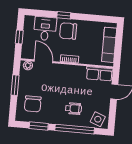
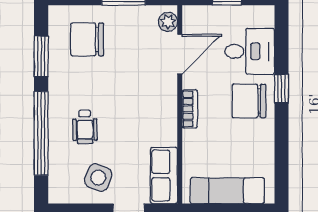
chair: (68, 31) -> (249, 101), turned -90
side table: (98, 119) -> (98, 178), moved

